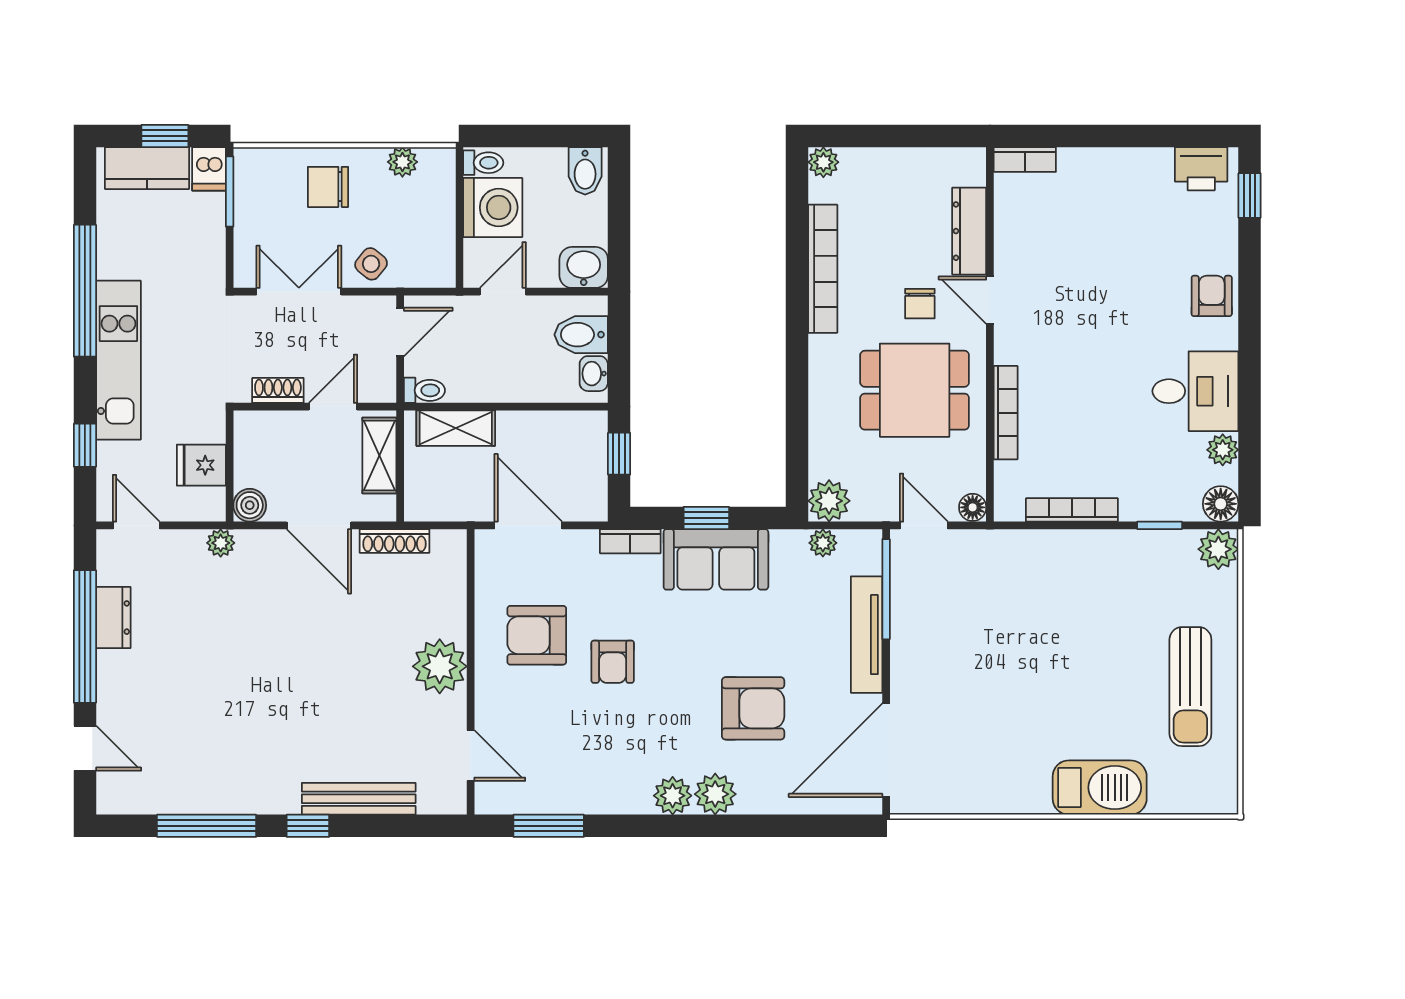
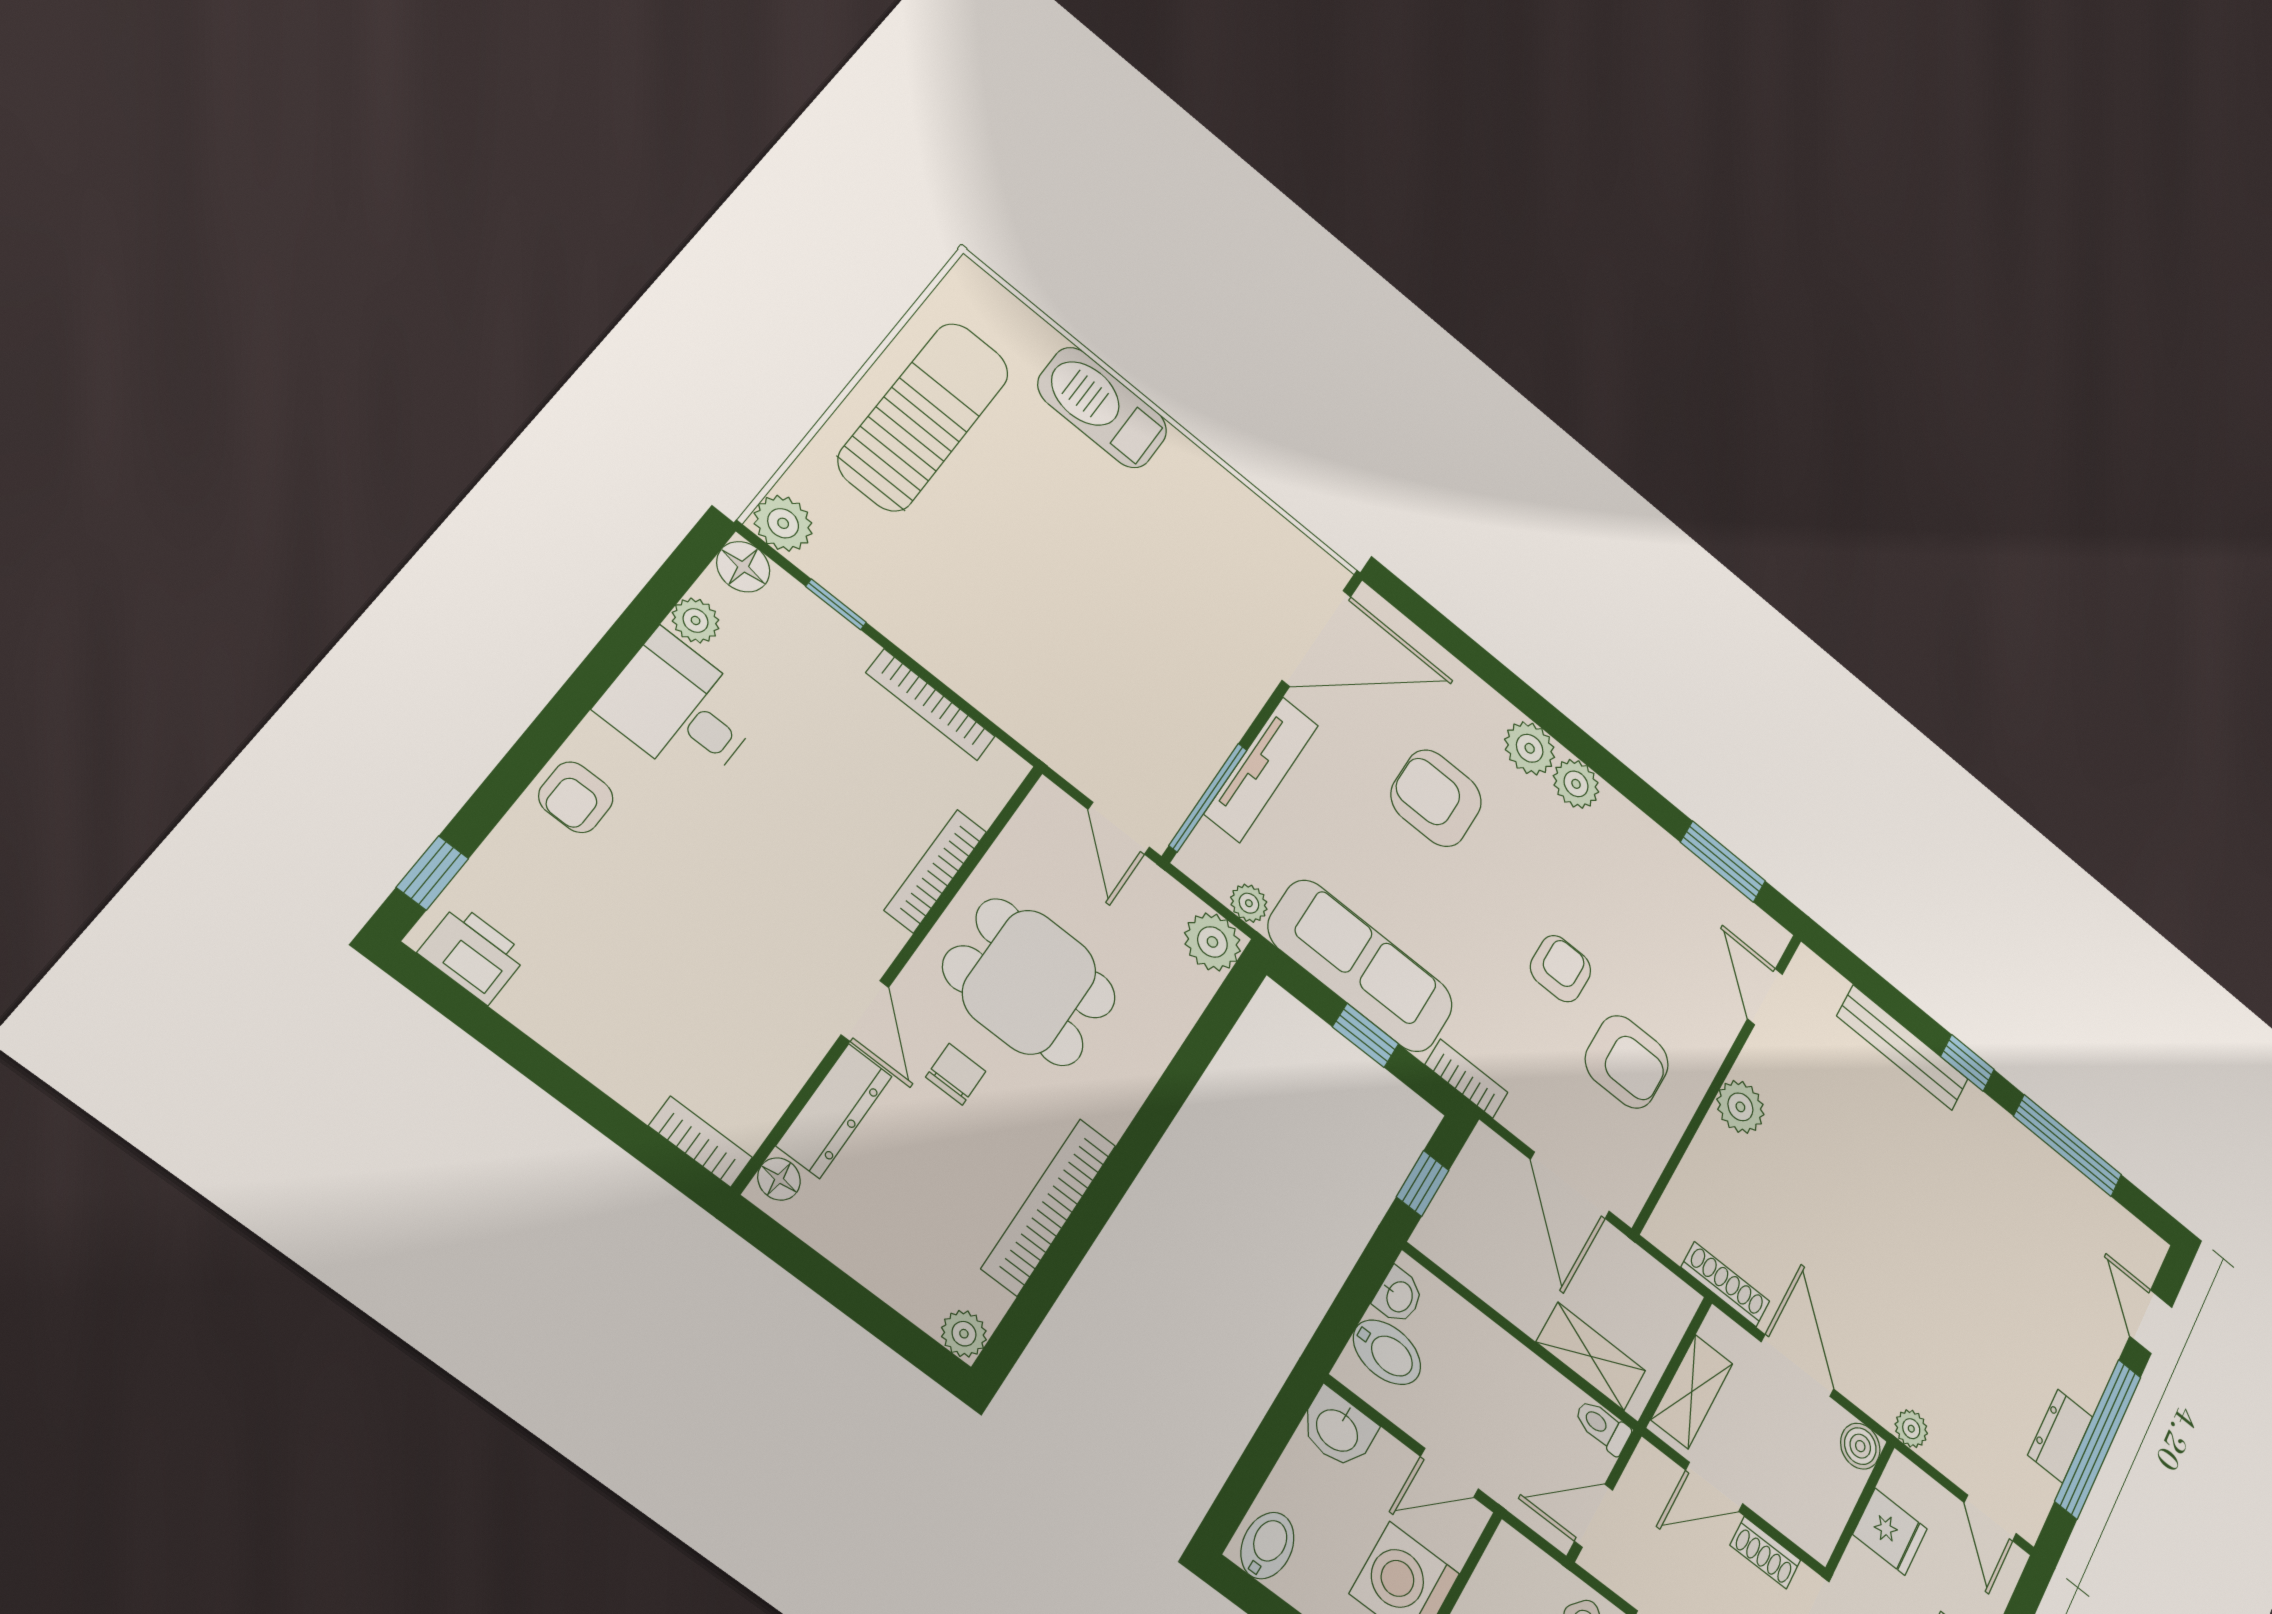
floor lamp: (973, 507) -> (779, 1179), moved
sofa: (716, 559) -> (1361, 966), width x1.36
plant: (440, 666) -> (1740, 1107), width x0.73, depth x0.73
sun lounger: (1190, 687) -> (924, 416), width x1.36, depth x1.34

